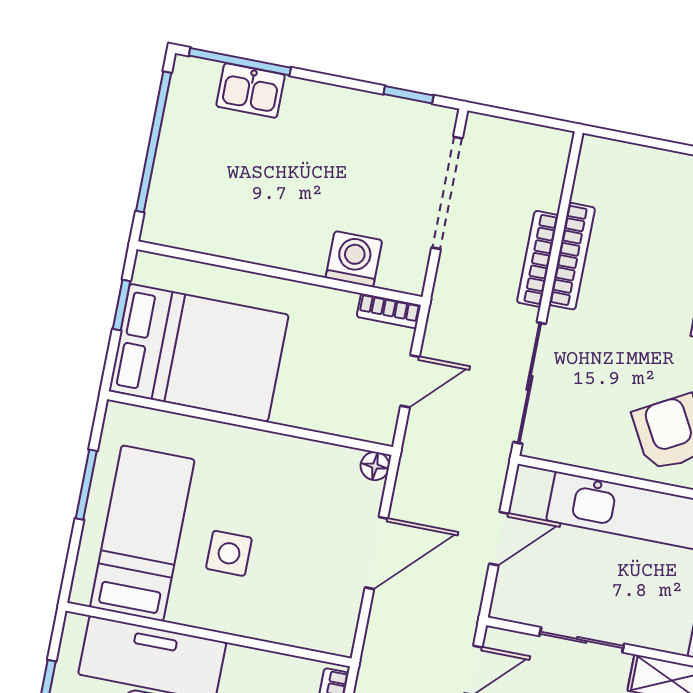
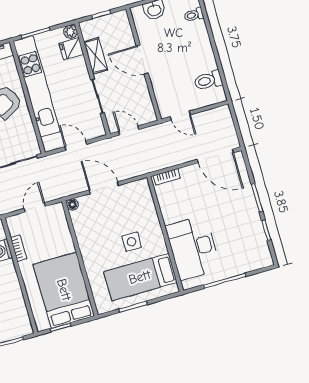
bookcase: (389, 311) -> (19, 248), moved
door: (410, 381) -> (35, 207), hinge flipped

